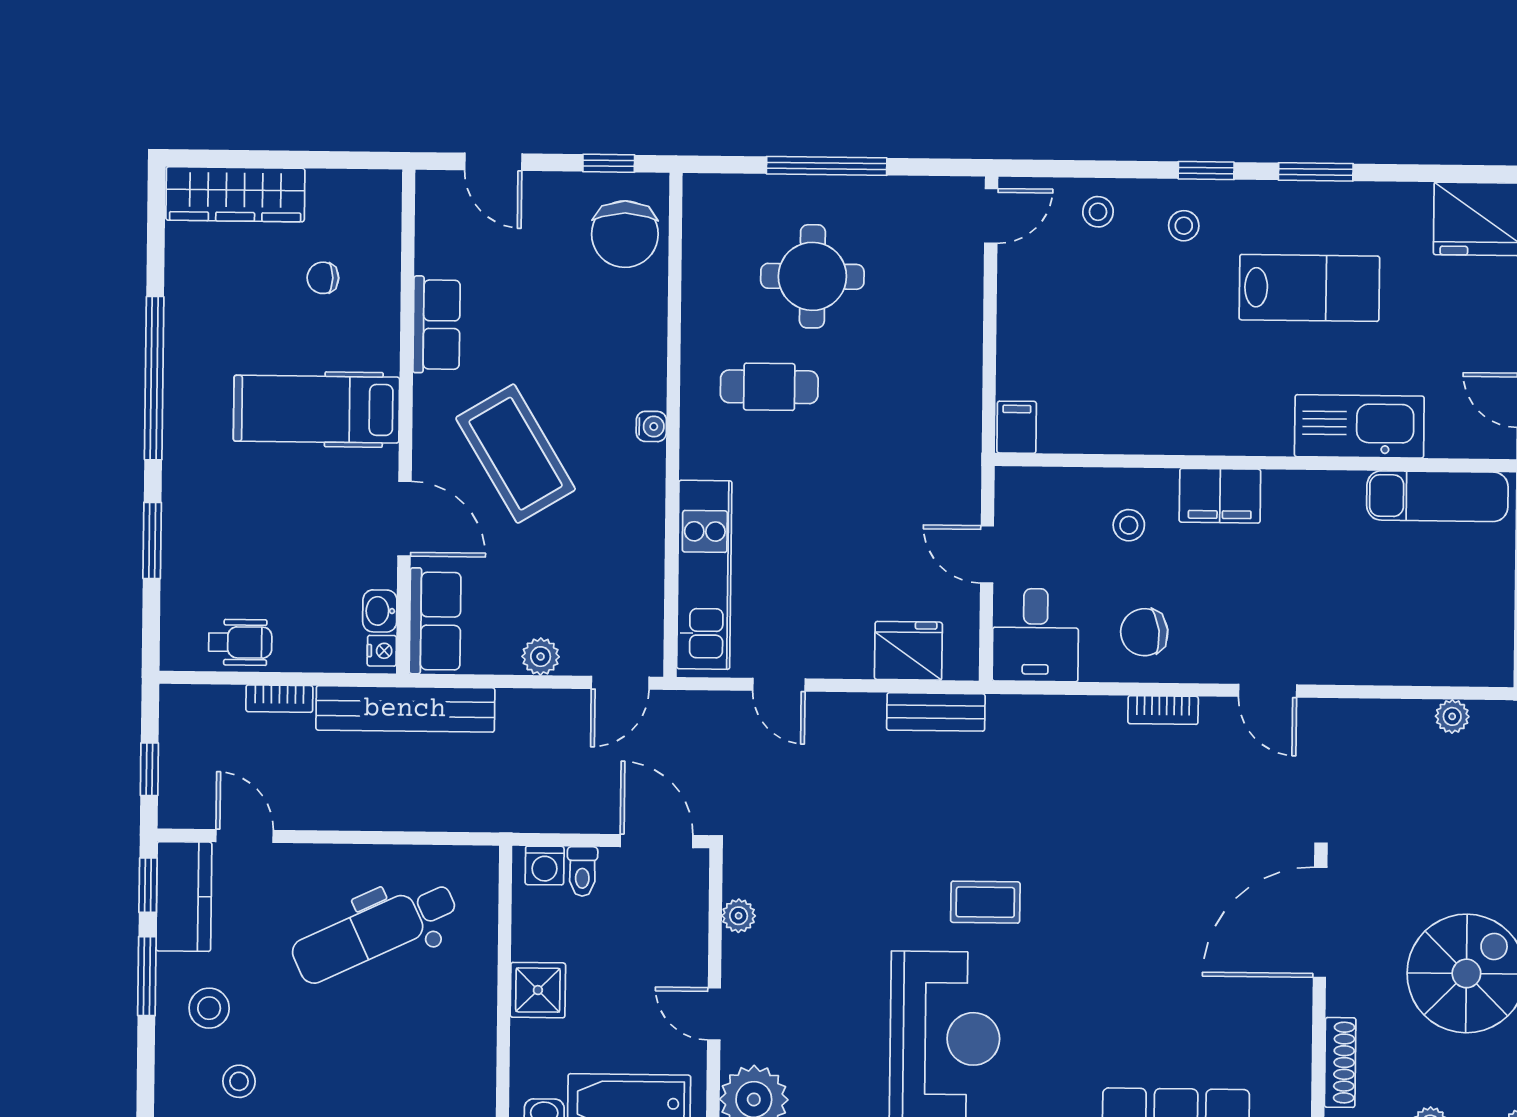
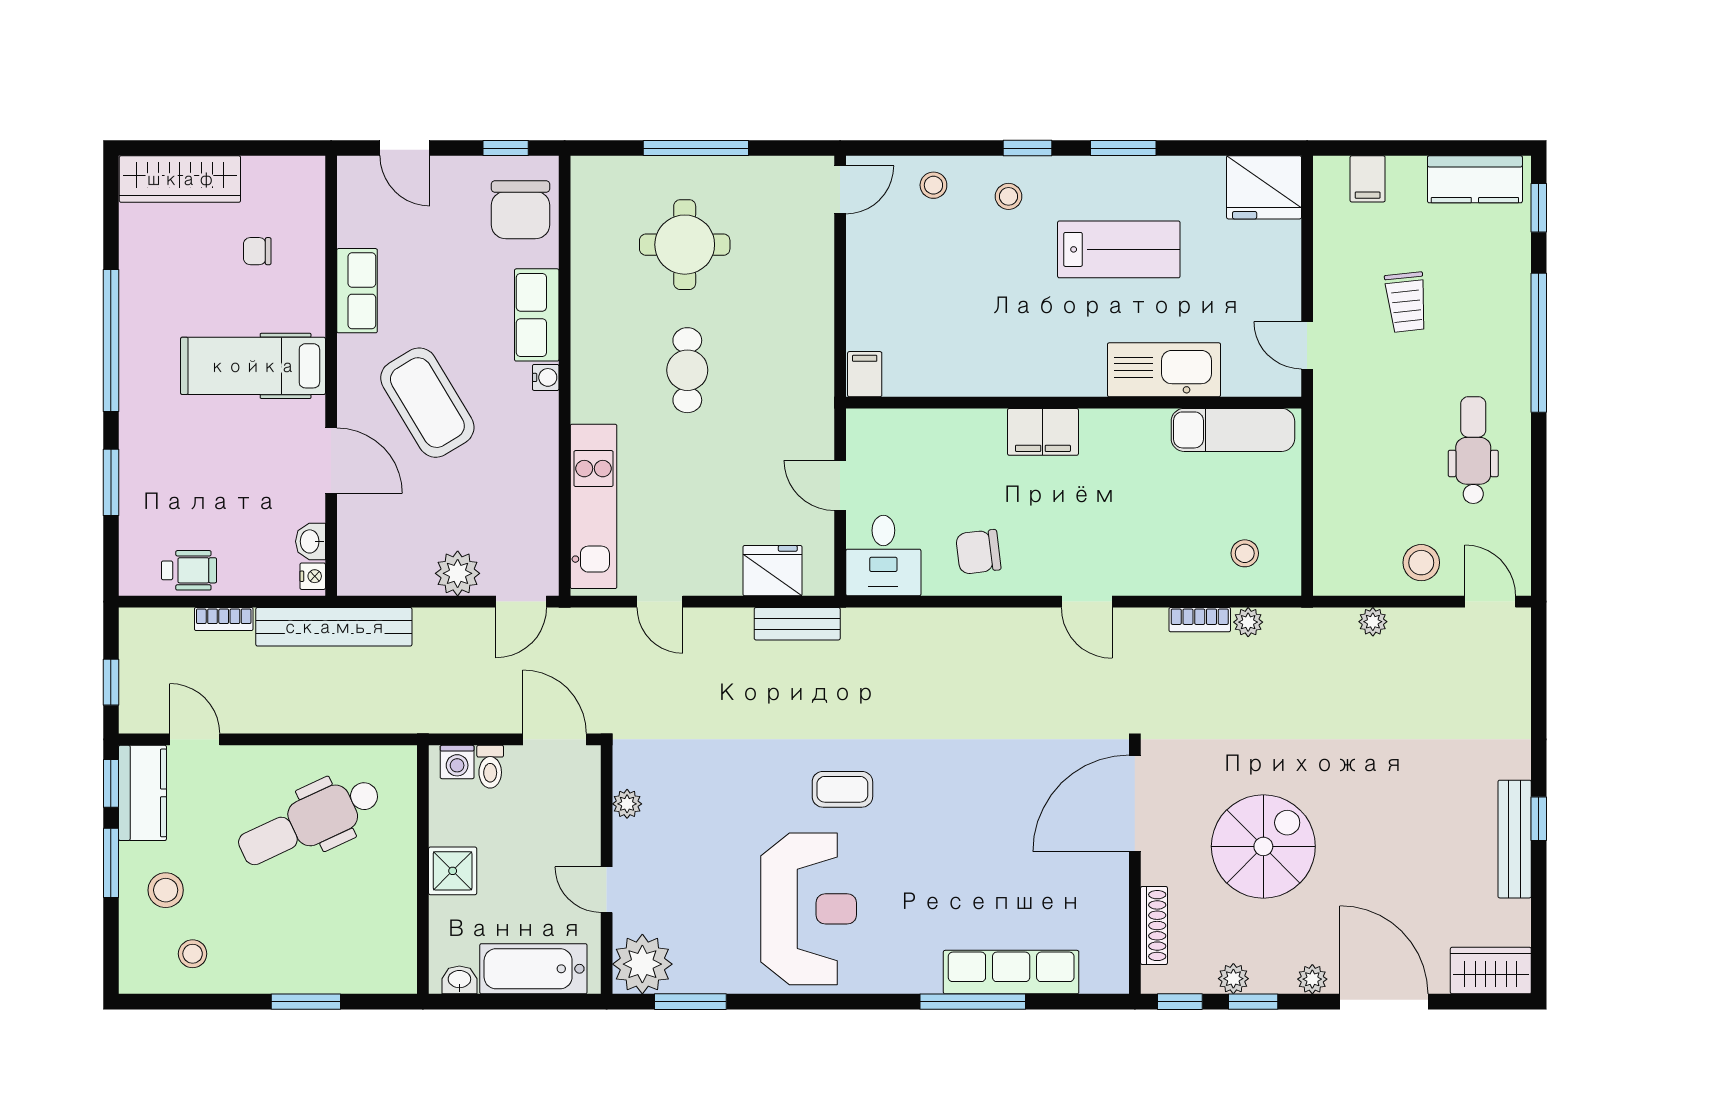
cafe table: (769, 387) -> (687, 370), moved, turned 90
stool: (1129, 525) -> (1245, 553), moved
row of seats: (435, 621) -> (537, 315), moved, turned 180
plant: (541, 657) -> (458, 573), width x1.38, depth x1.38
bookcase: (1163, 710) -> (1200, 620), moved

